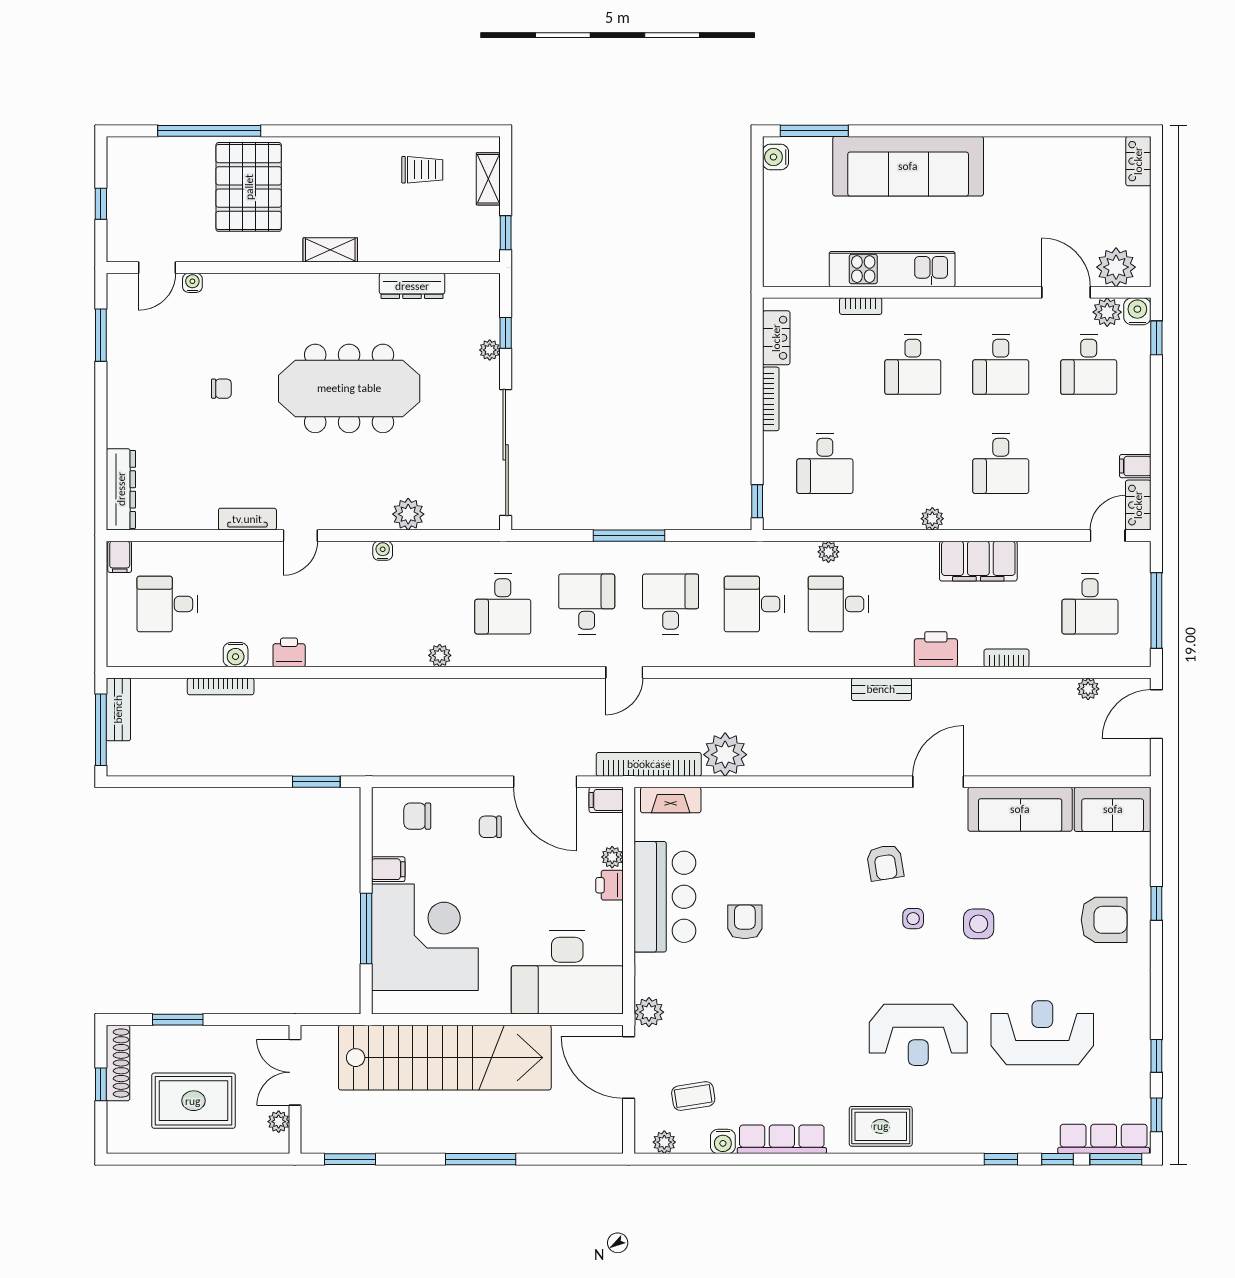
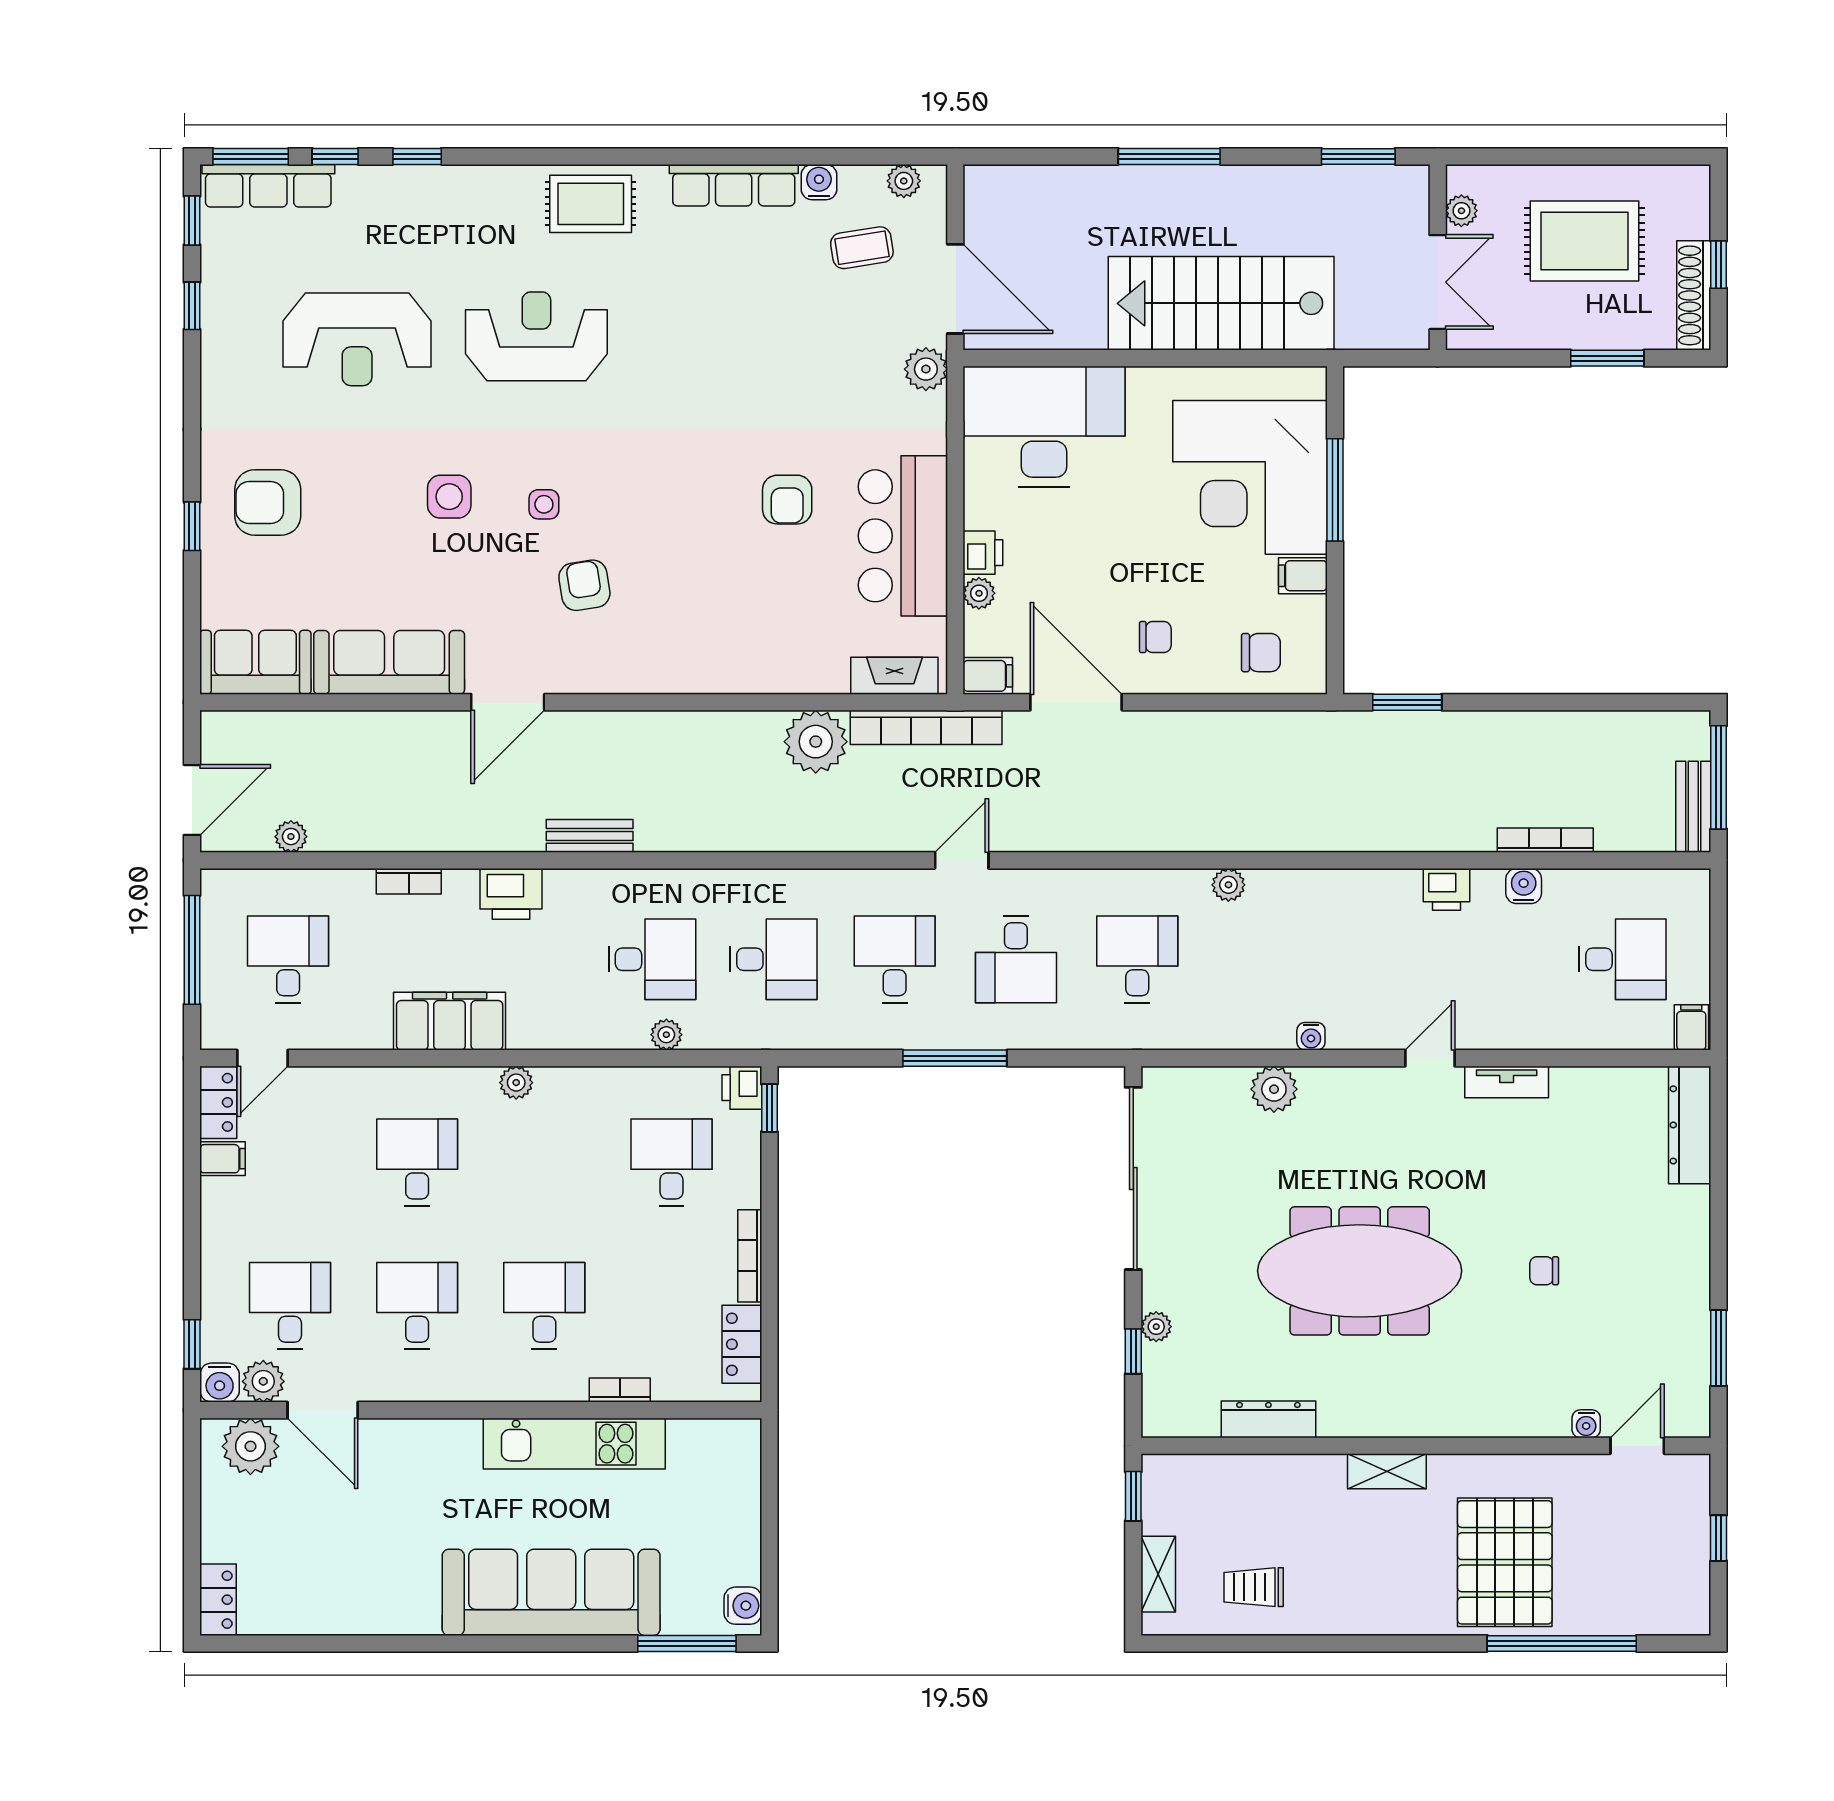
printer: (776, 515) -> (742, 1088), added
desk: (671, 604) -> (895, 959), turned 180
stairs: (445, 1058) -> (1221, 303), width x0.73

